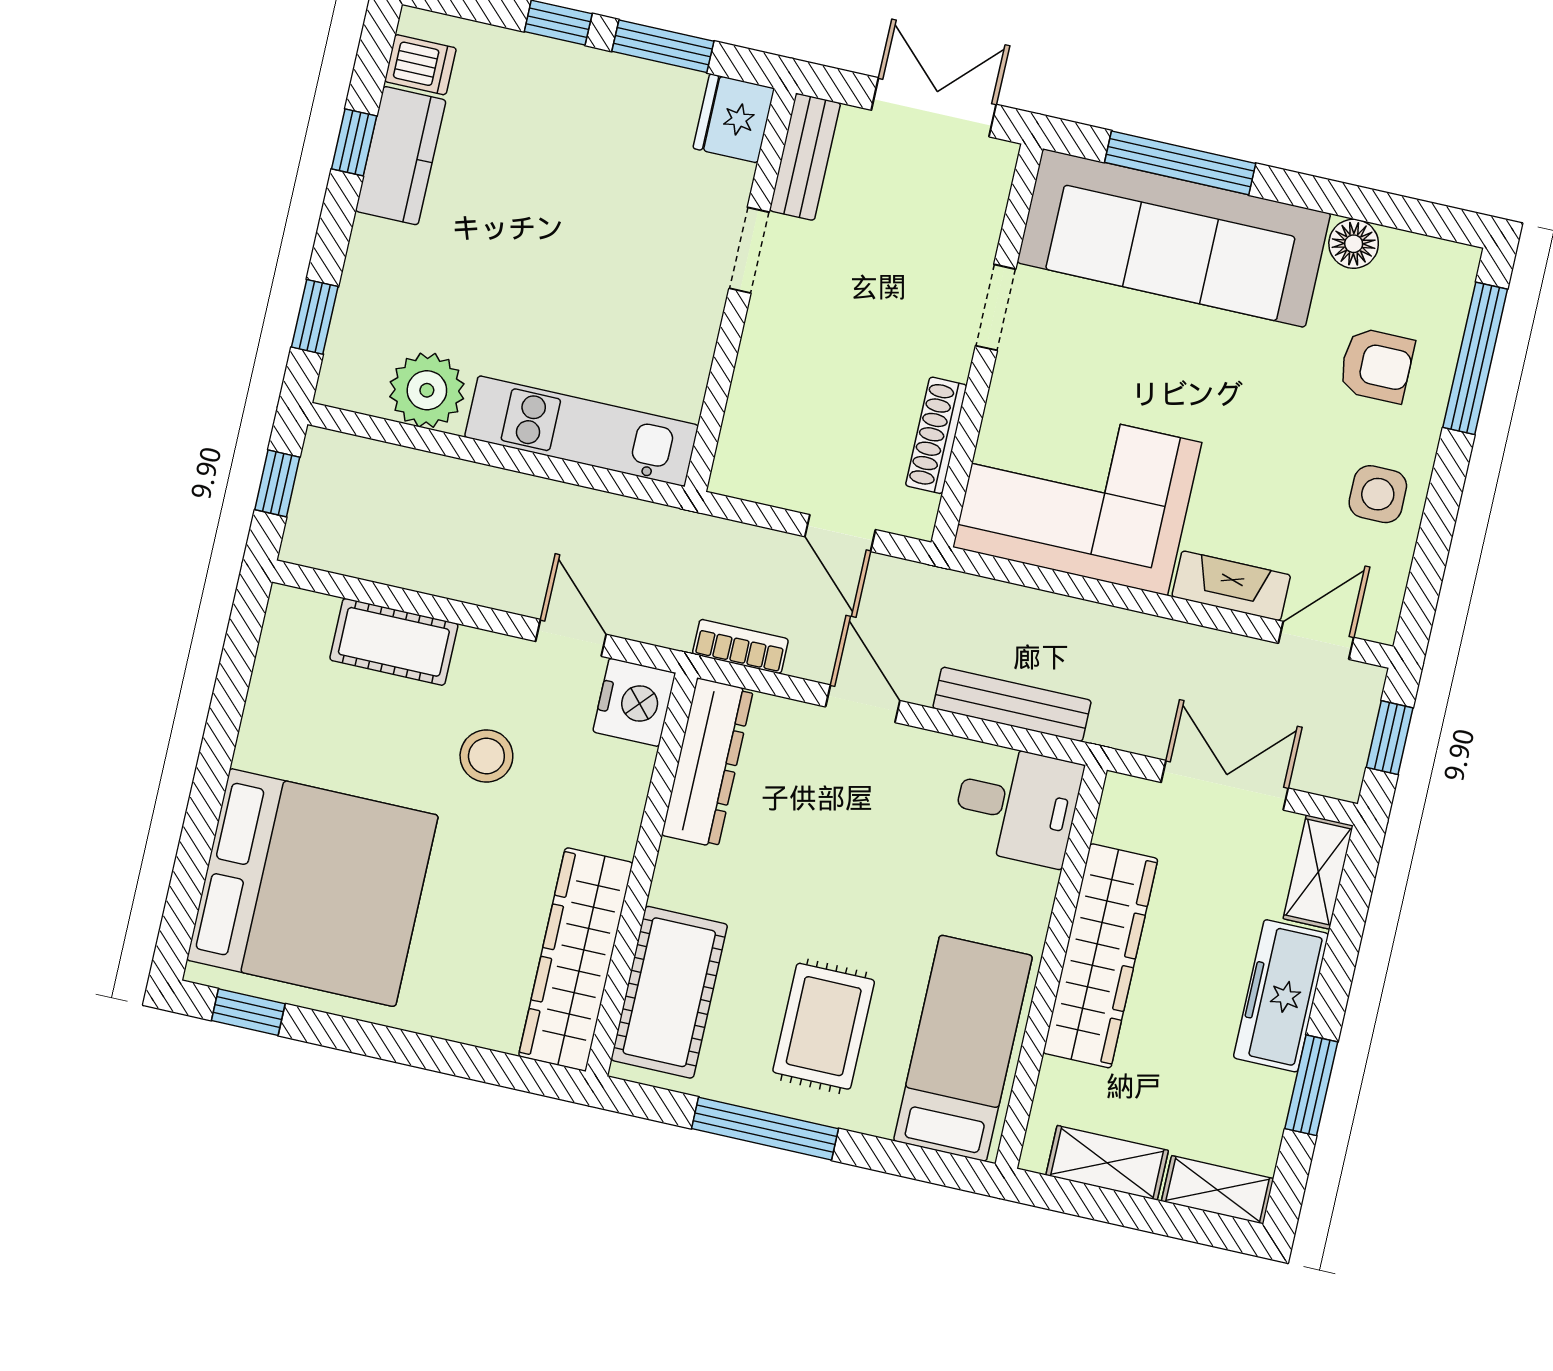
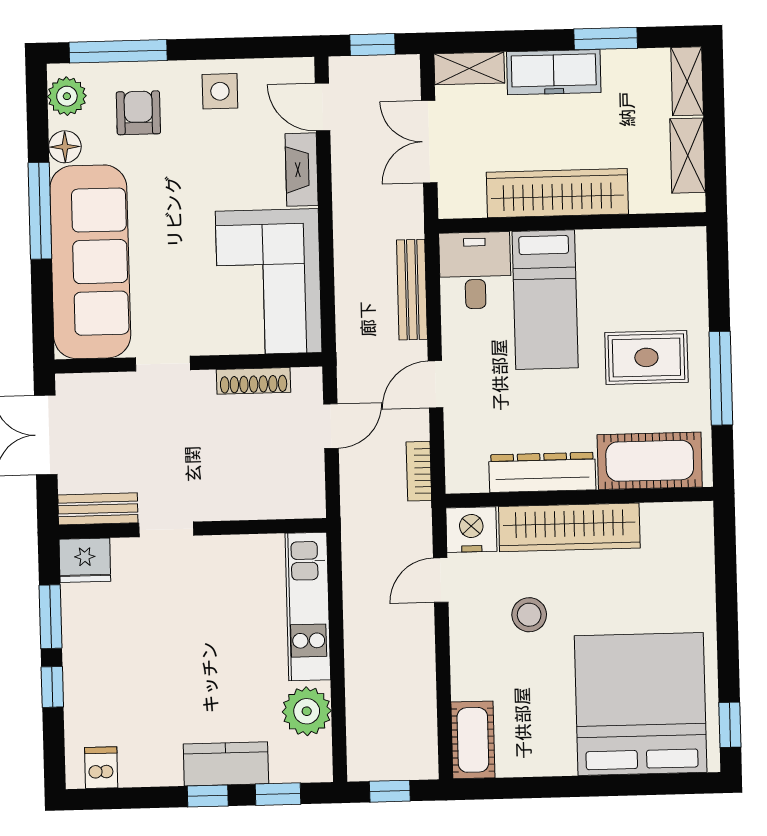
window: (354, 142) -> (208, 796), moved
kitchen counter: (401, 156) -> (226, 764), moved
window: (1180, 163) -> (40, 211), moved
plant: (1428, 266) -> (67, 96), added
cot: (394, 642) -> (473, 740), moved
dresser: (707, 763) -> (542, 472), moved
wardrobe: (576, 959) -> (569, 527), moved
bed: (963, 1048) -> (545, 300), moved, turned -90

